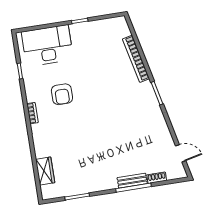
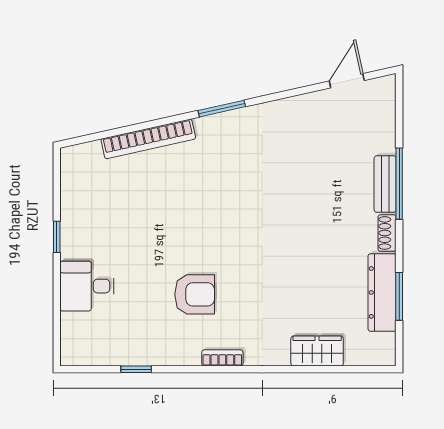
desk: (47, 46) -> (87, 286), width x0.53, depth x0.77
wardrobe: (45, 171) -> (317, 351), moved
shoe rack: (157, 178) -> (387, 233), moved
dresser: (78, 188) -> (382, 292), added

